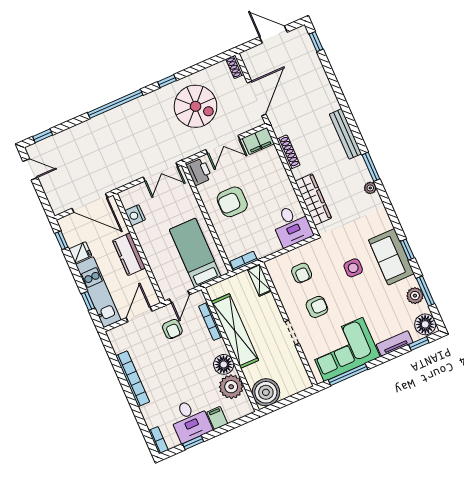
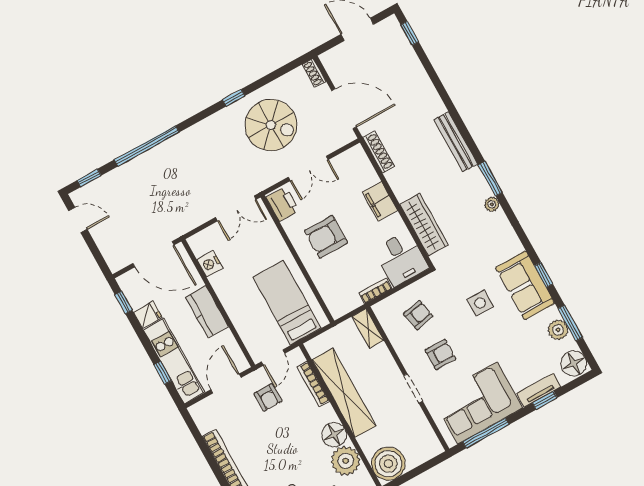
door: (257, 98) -> (344, 109), hinge flipped
window: (115, 104) -> (147, 146), moved
filing cabinet: (258, 141) -> (380, 201), moved, turned 90
shoe rack: (288, 152) -> (379, 152), moved
bookcase: (244, 261) -> (376, 291), moved
armchair: (302, 273) -> (418, 315), turned -101
window: (419, 344) -> (545, 400), moved

